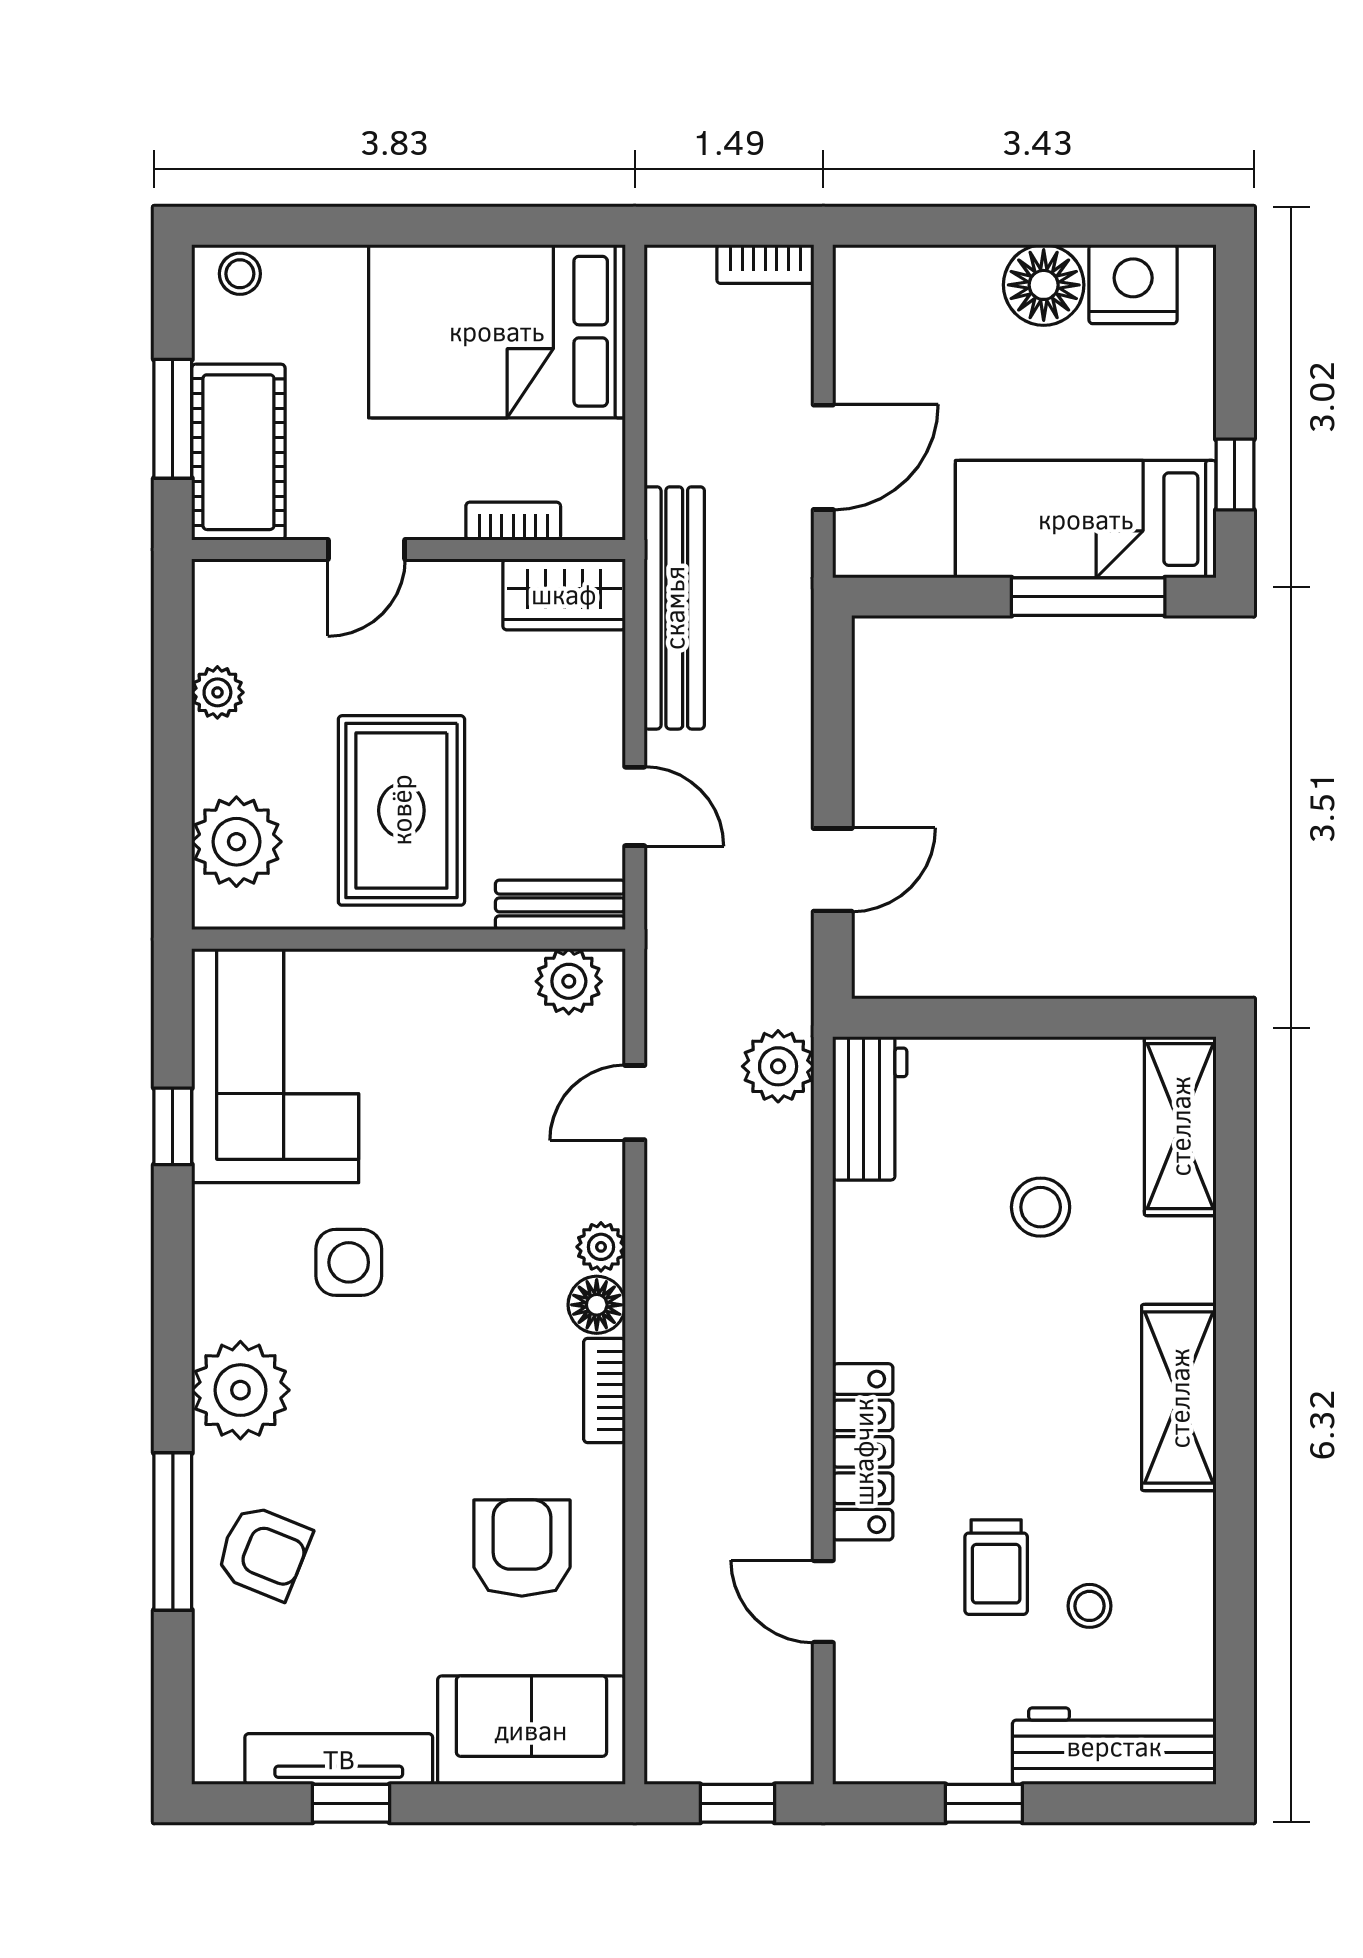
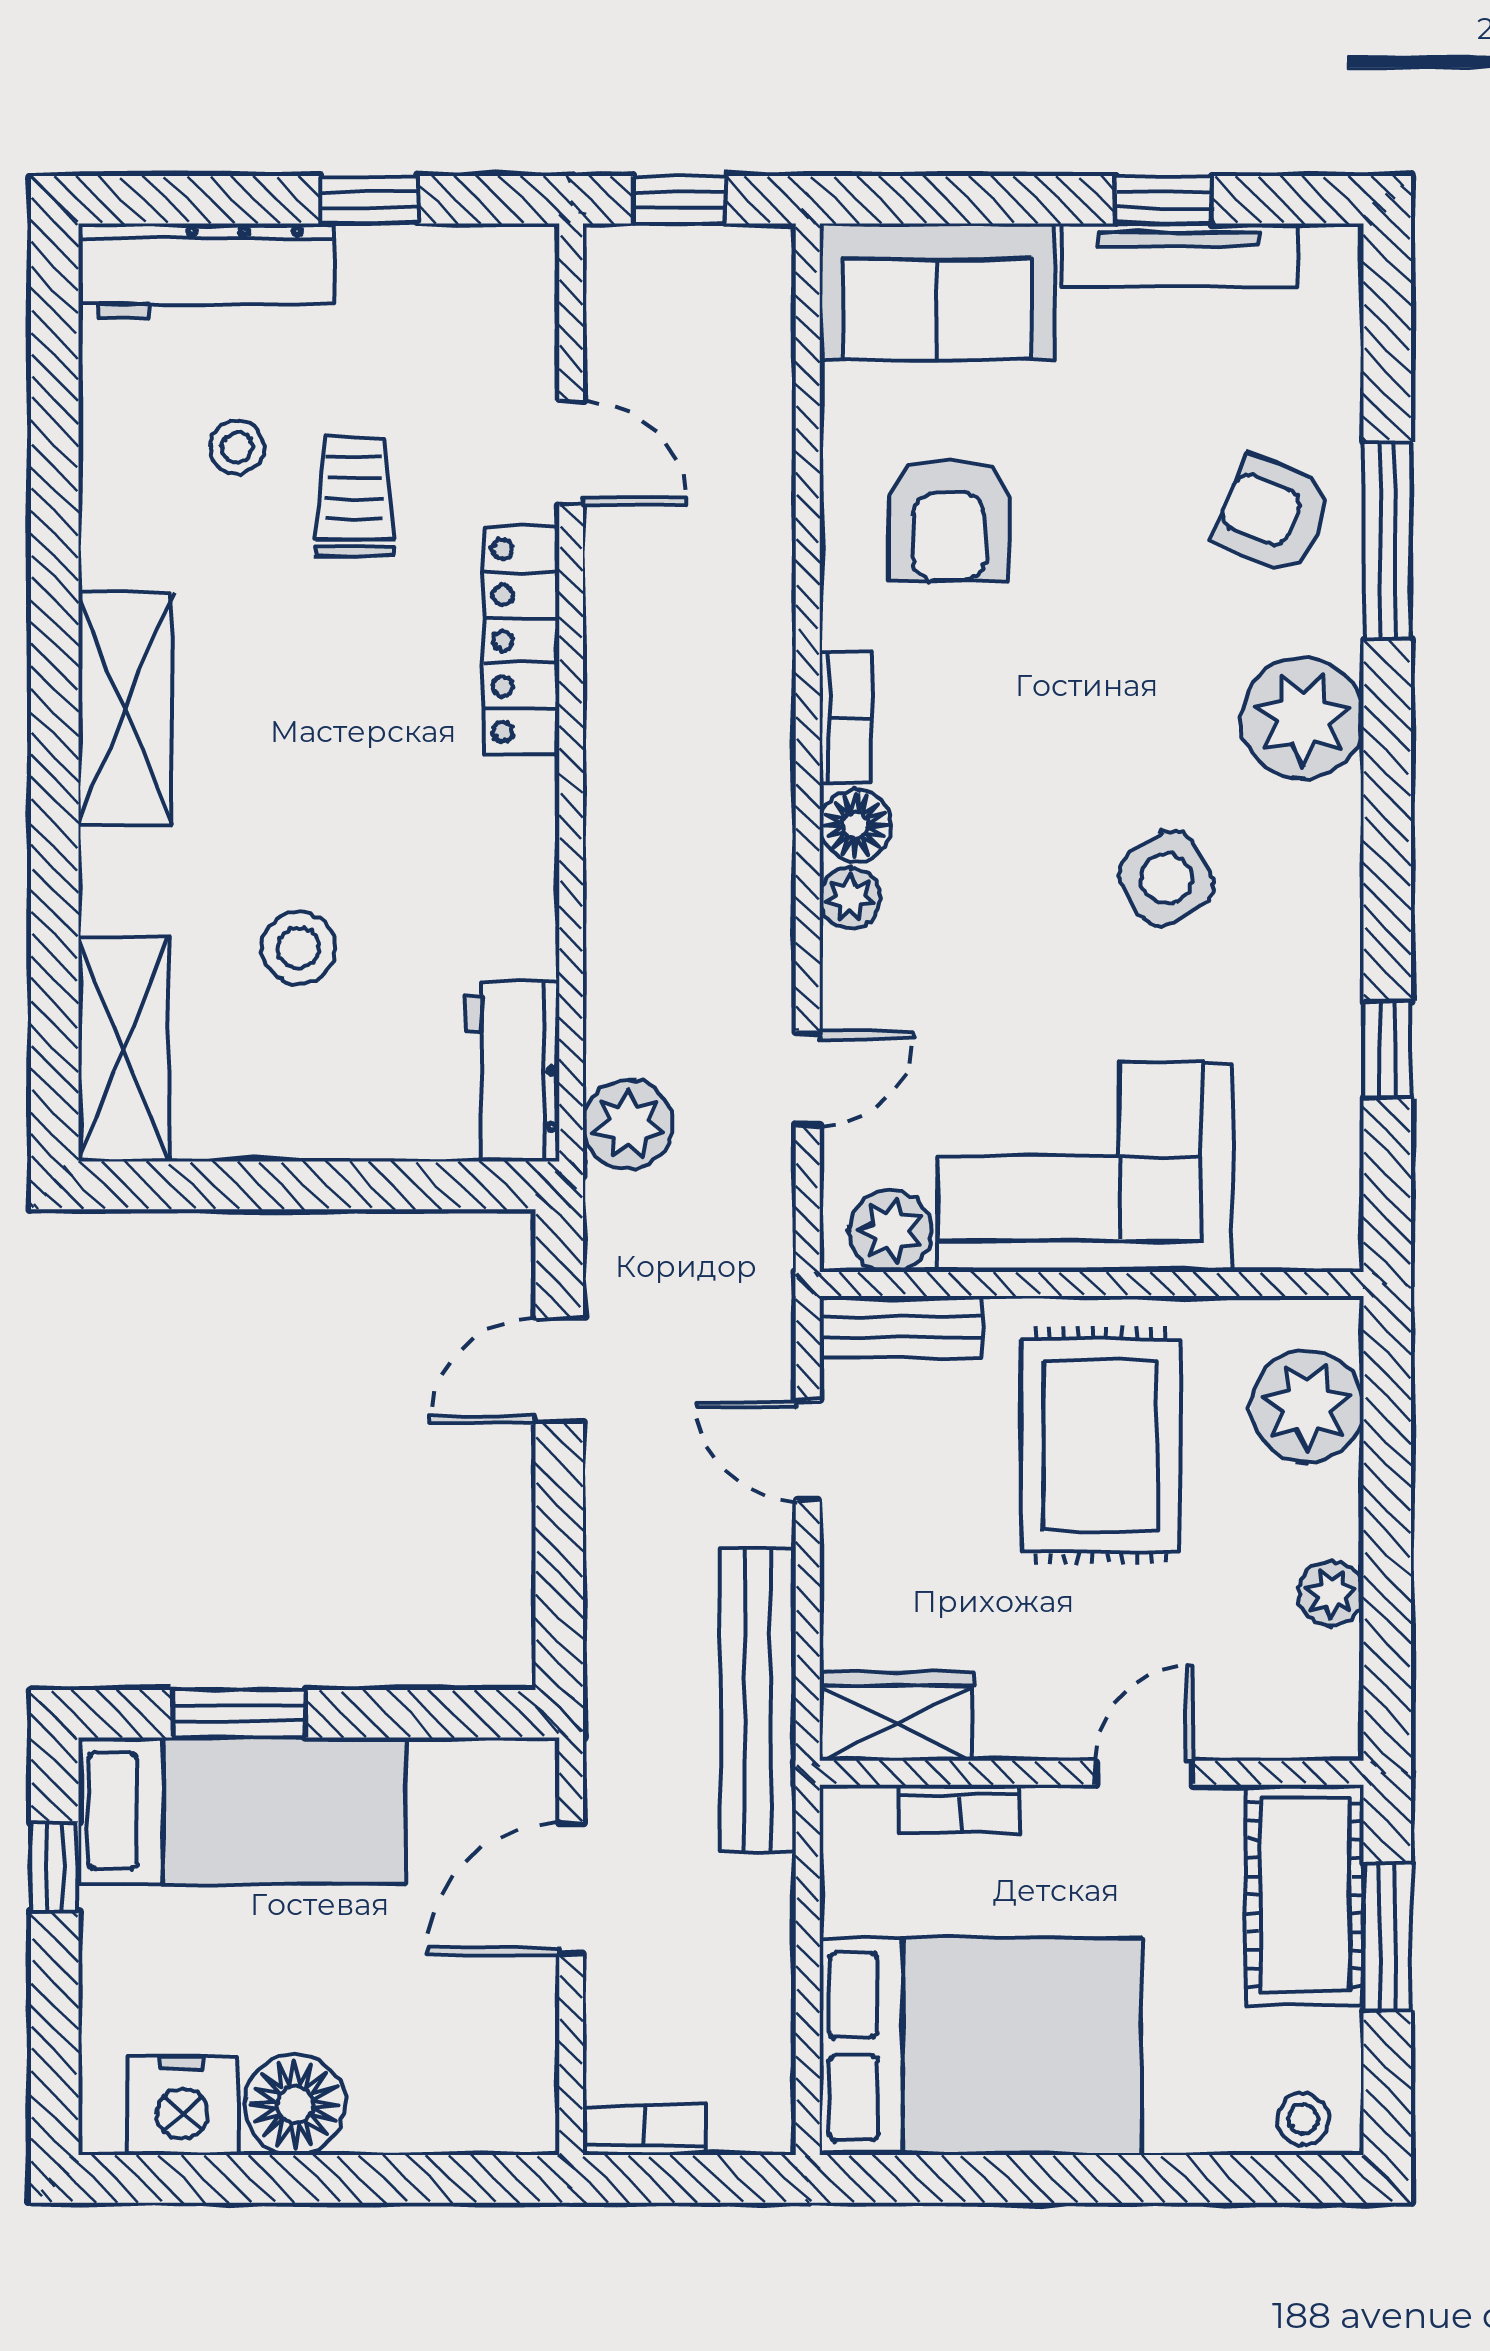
window: (1088, 597) -> (239, 1714), width x0.69
corner sofa: (275, 1066) -> (1085, 1167), moved, turned 90
side table: (349, 1262) -> (1166, 878), turned -31

